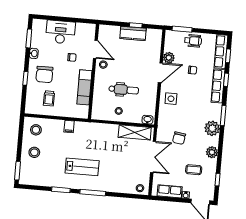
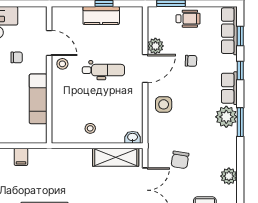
row of seats: (218, 86) -> (229, 88), width x0.68
dental chair: (124, 90) -> (103, 70), moved
plant: (212, 128) -> (226, 117), moved

